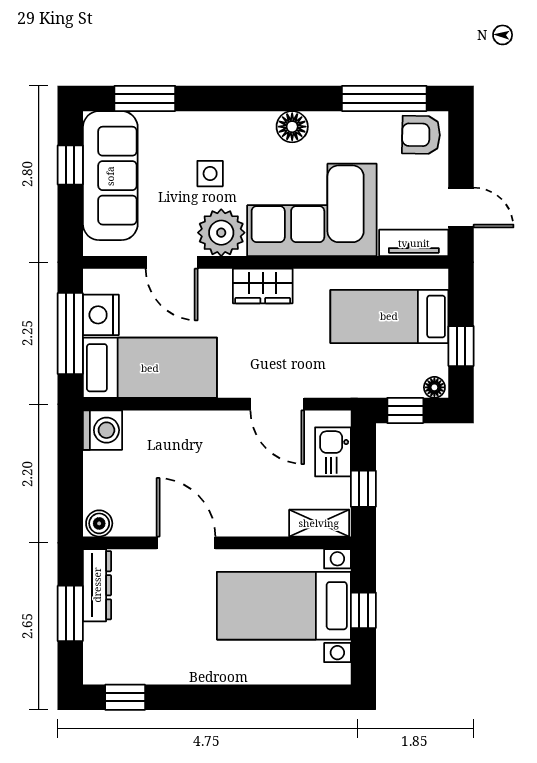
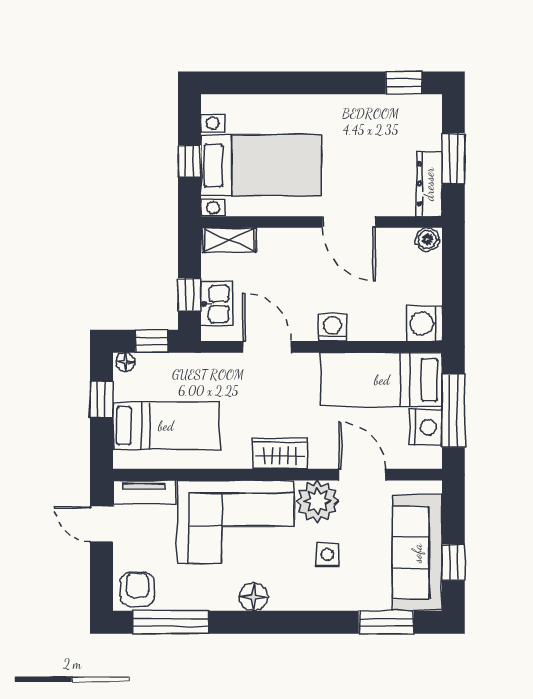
armchair: (421, 135) -> (137, 589), turned -91
washing machine: (204, 426) -> (333, 328), added
window: (363, 489) -> (189, 294), moved

